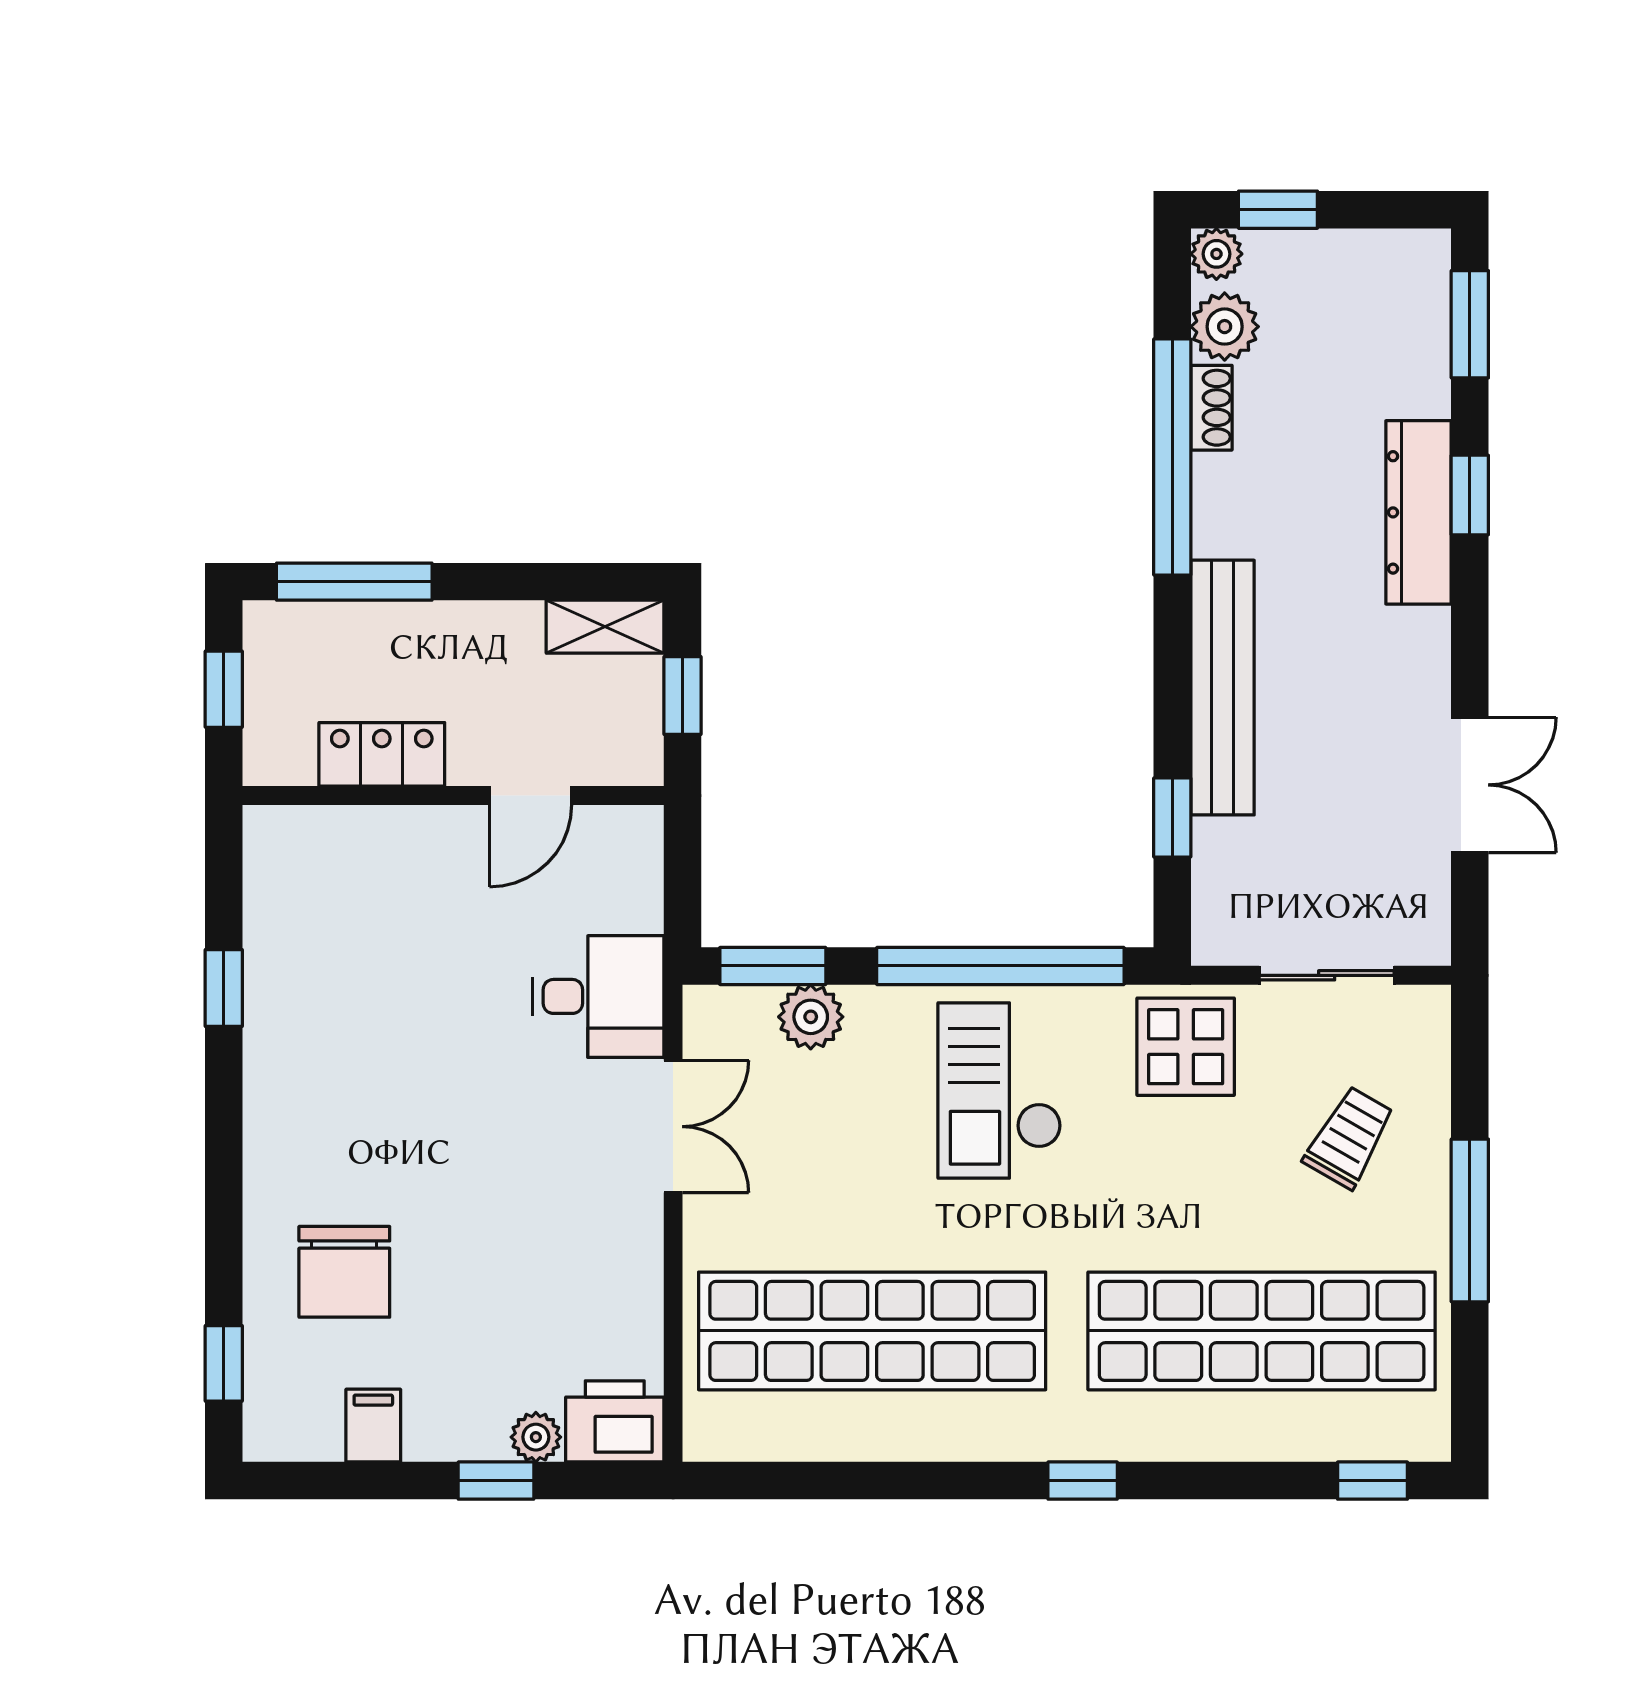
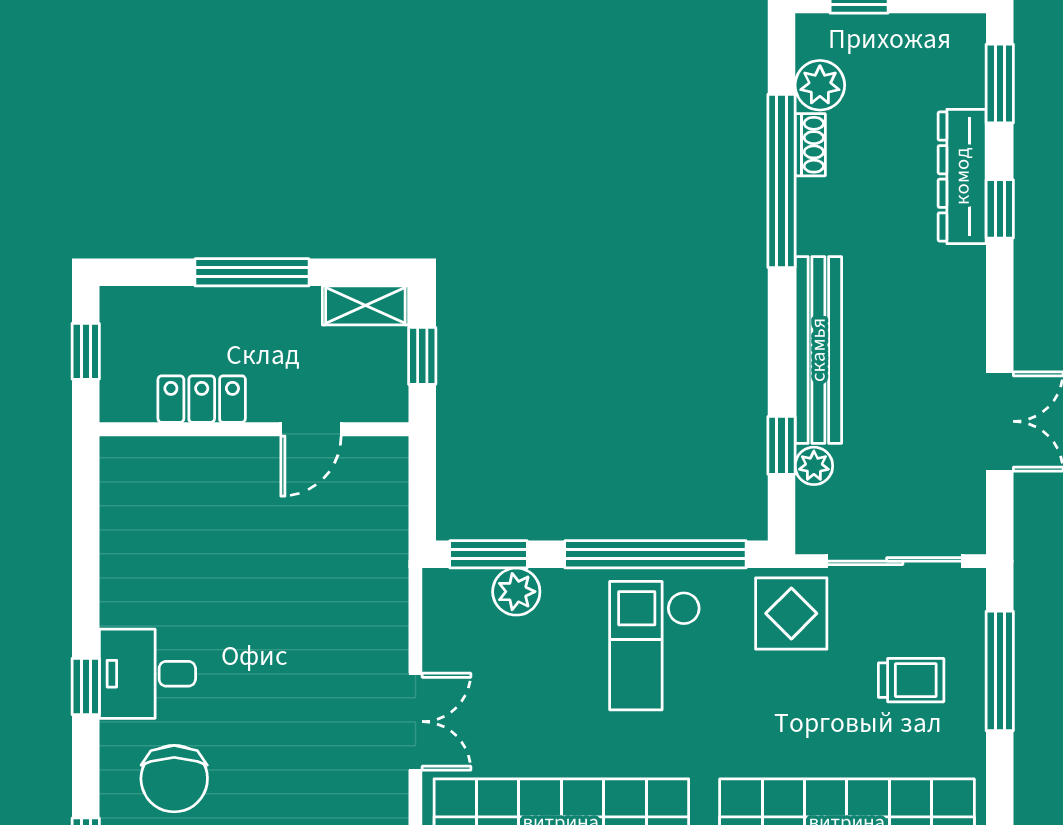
plant: (1216, 254) -> (814, 466), moved
dresser: (1419, 512) -> (962, 176), moved
window: (354, 582) -> (252, 272), moved
sliding door: (1327, 975) -> (895, 561), width x1.37
window: (224, 988) -> (86, 686), moved
desk: (598, 996) -> (147, 674), moved, turned 180
double door: (673, 1127) -> (415, 722), moved
trolley: (1349, 1138) -> (911, 680), turned 60
window: (1470, 1220) -> (1000, 671), moved

